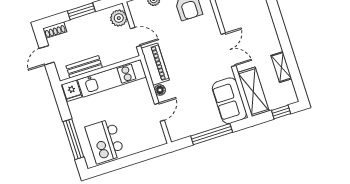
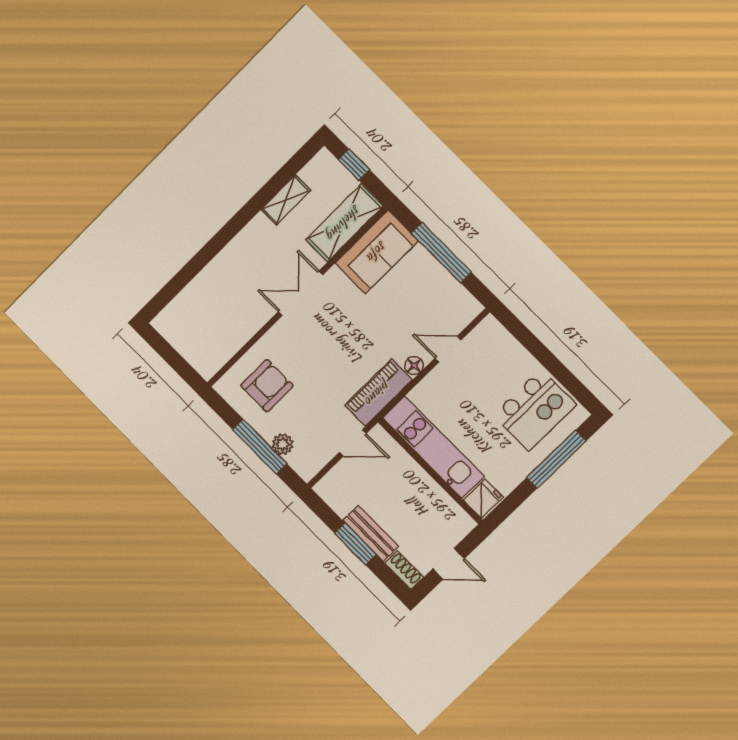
plant: (119, 18) -> (337, 483), removed
door: (136, 37) -> (353, 443), swing flipped
bench: (84, 67) -> (371, 533), moved

